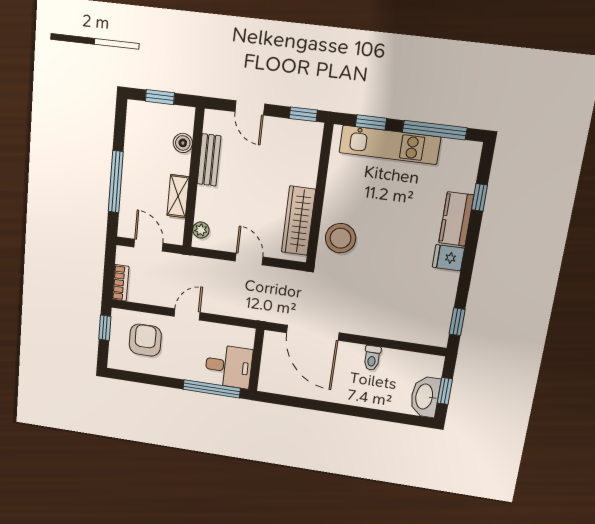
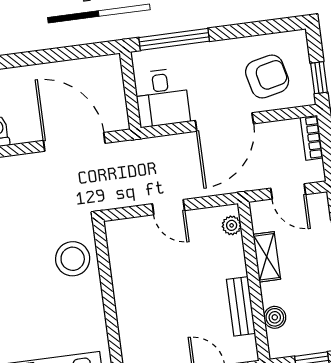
wardrobe: (298, 221) -> (124, 265), removed
door: (187, 314) -> (224, 122), width x1.88
armchair: (145, 340) -> (267, 77), turned -103
desk: (229, 366) -> (162, 98), moved, turned -90

